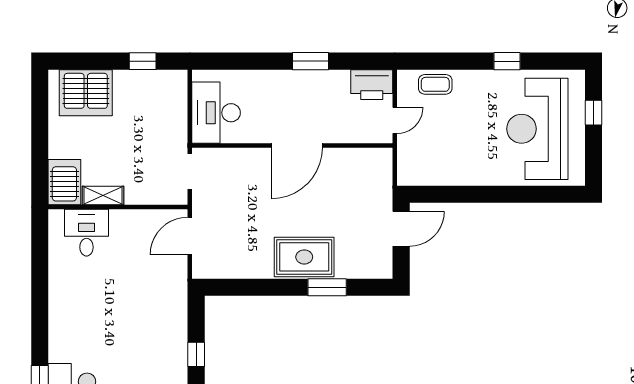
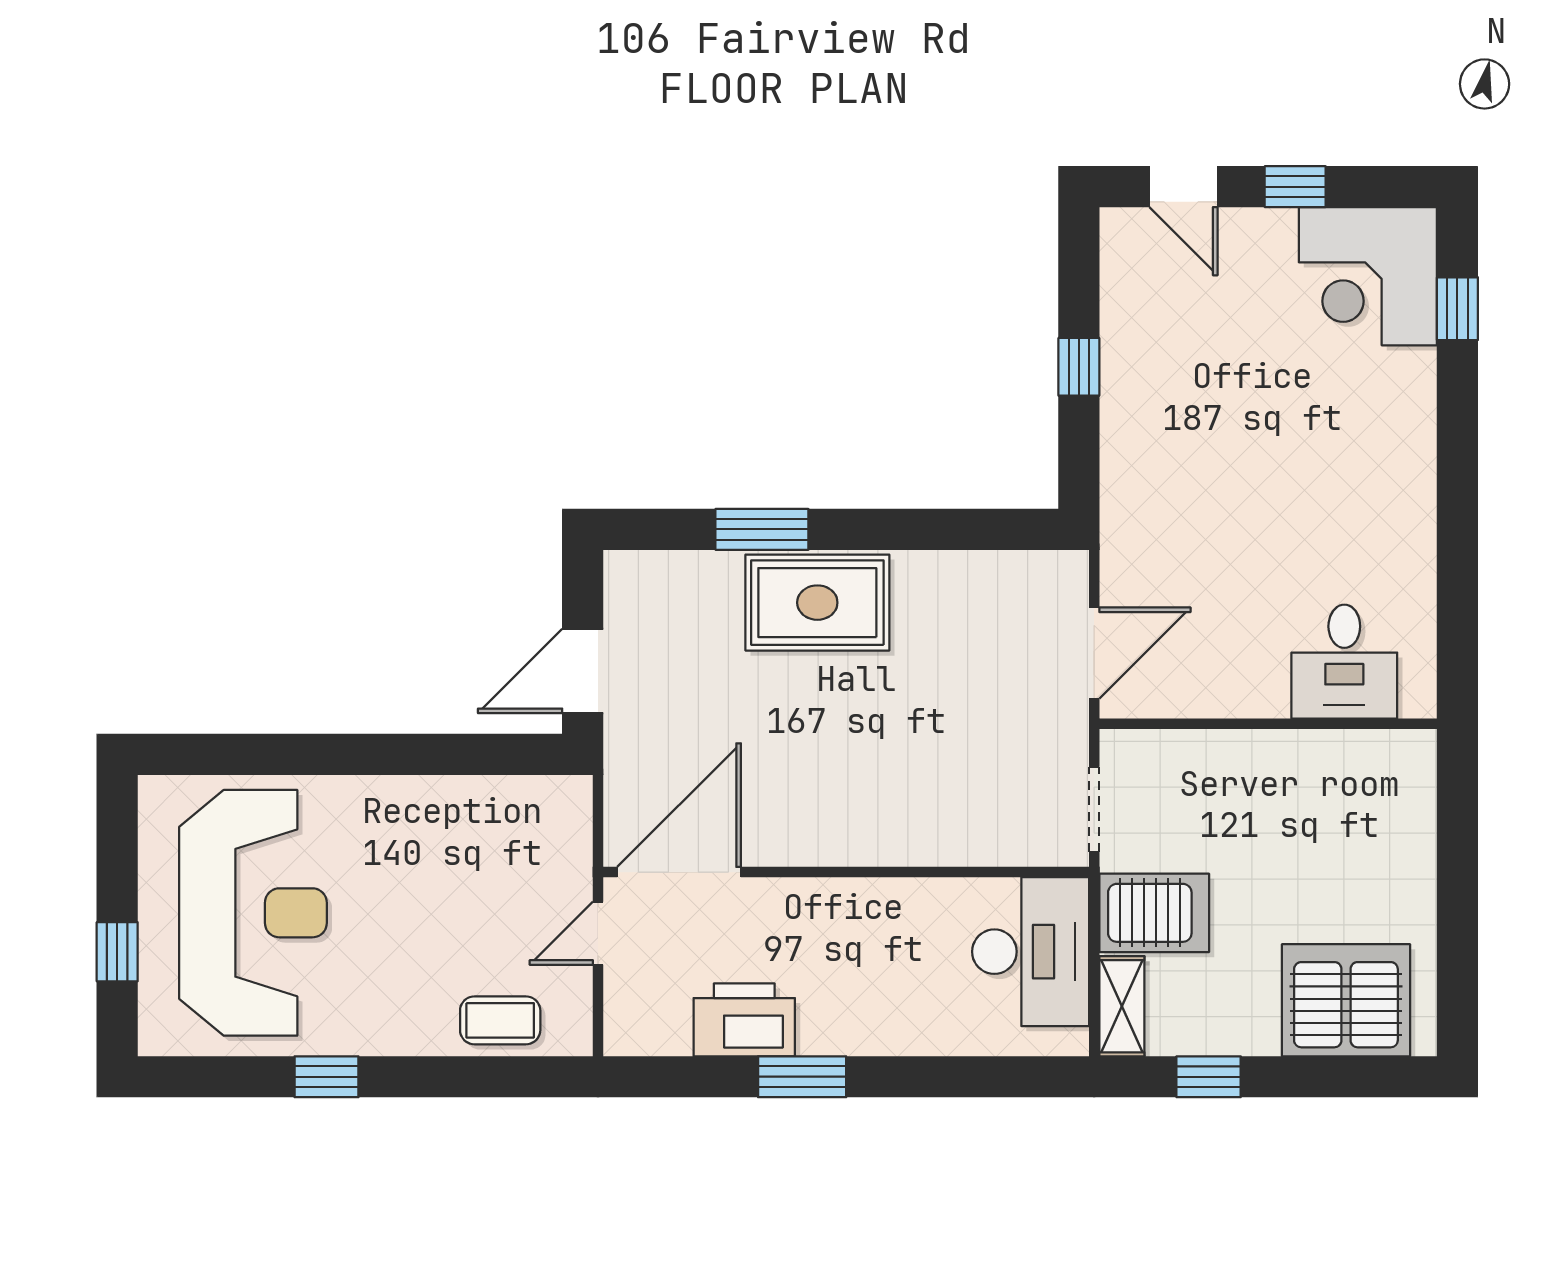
printer: (372, 85) -> (744, 1020), moved
door: (297, 146) -> (679, 872), moved
server rack: (64, 182) -> (1154, 913), moved, turned -90
shelving: (103, 195) -> (1122, 1006), moved, turned 90

